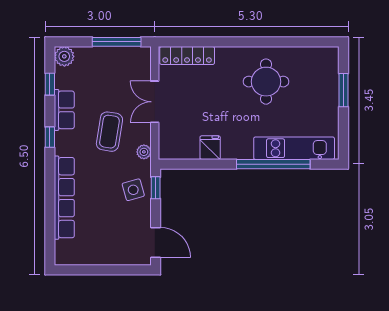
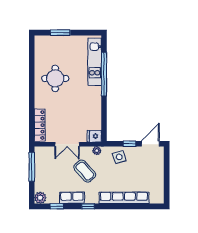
coffee table: (109, 132) -> (85, 171), turned 39
fridge: (210, 148) -> (94, 136), moved
window: (156, 188) -> (129, 144), moved

